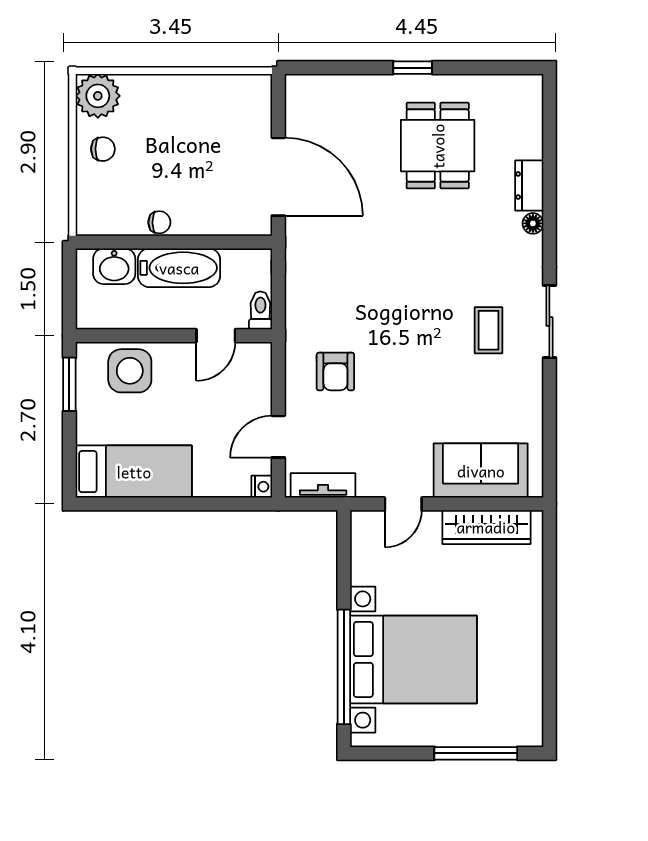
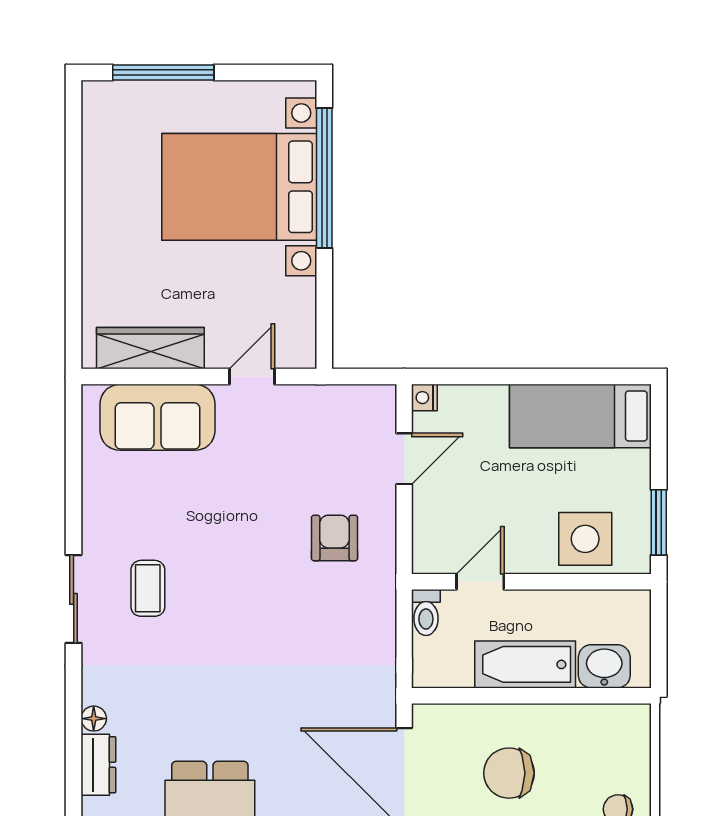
chair: (159, 222) -> (509, 773), moved, width x1.87, depth x1.87
tv unit: (323, 485) -> (350, 399), removed

